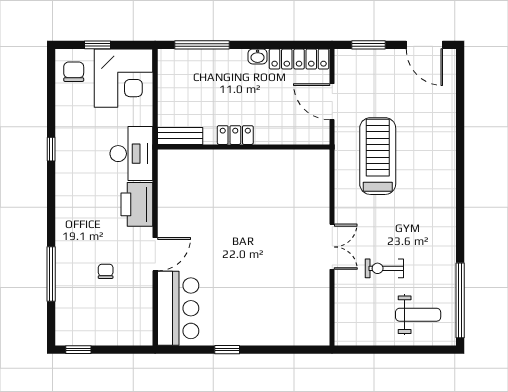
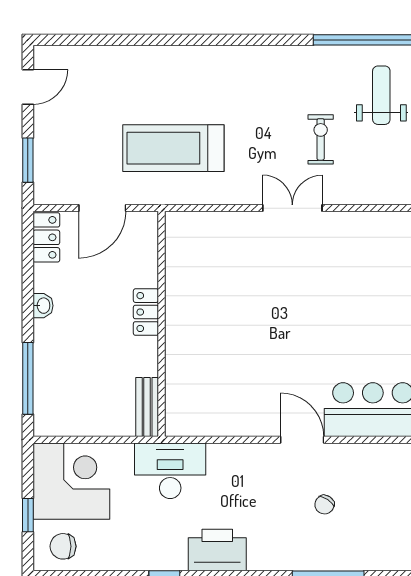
door: (424, 45) -> (28, 87), width x0.73
locker: (299, 59) -> (46, 237), width x0.66
locker: (235, 135) -> (146, 312), moved
printer: (137, 204) -> (217, 550), moved, turned 180
exercise bike: (384, 268) -> (321, 139), turned 180
chair: (106, 271) -> (324, 505), turned -57

